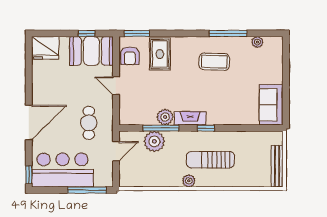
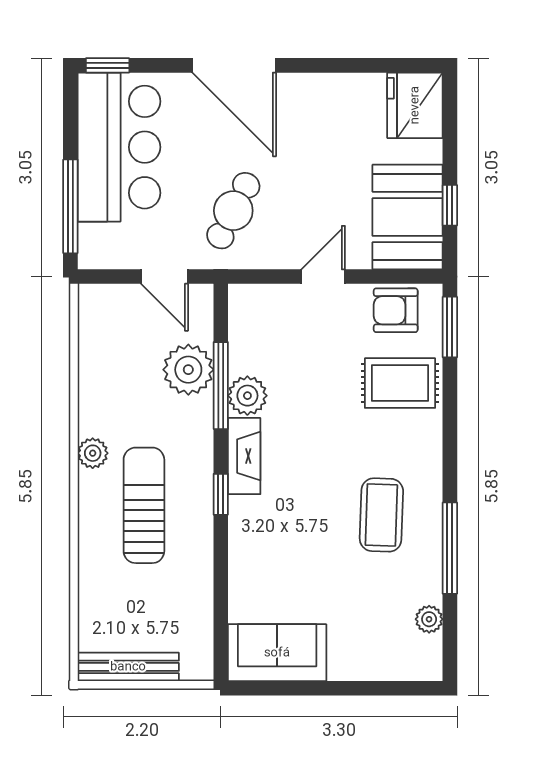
cafe table: (89, 123) -> (233, 211), turned -63

